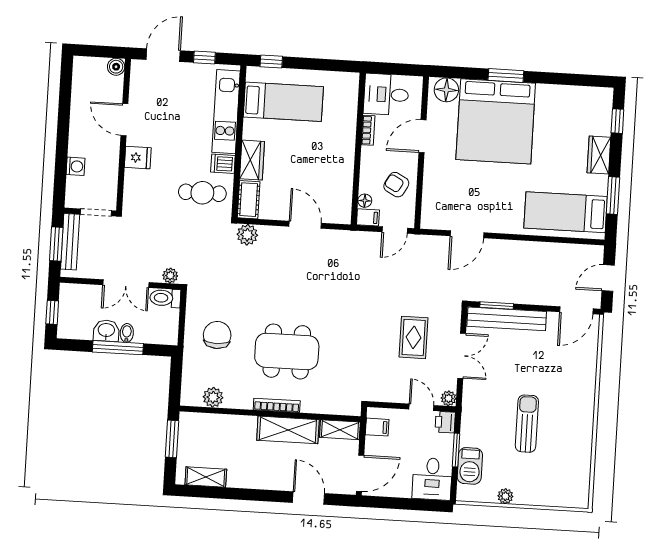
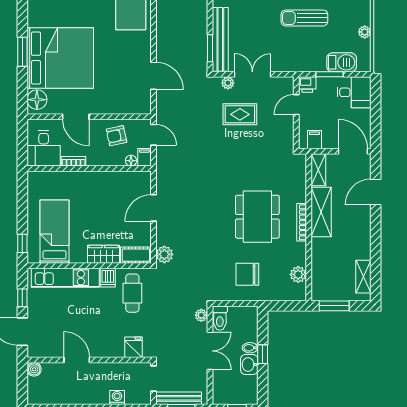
door: (124, 120) -> (77, 360), swing flipped
fridge: (138, 158) -> (133, 347), moved
armchair: (396, 185) -> (116, 136), turned 49
window: (118, 348) -> (263, 354), width x0.46
plant: (449, 398) -> (228, 83), moved

